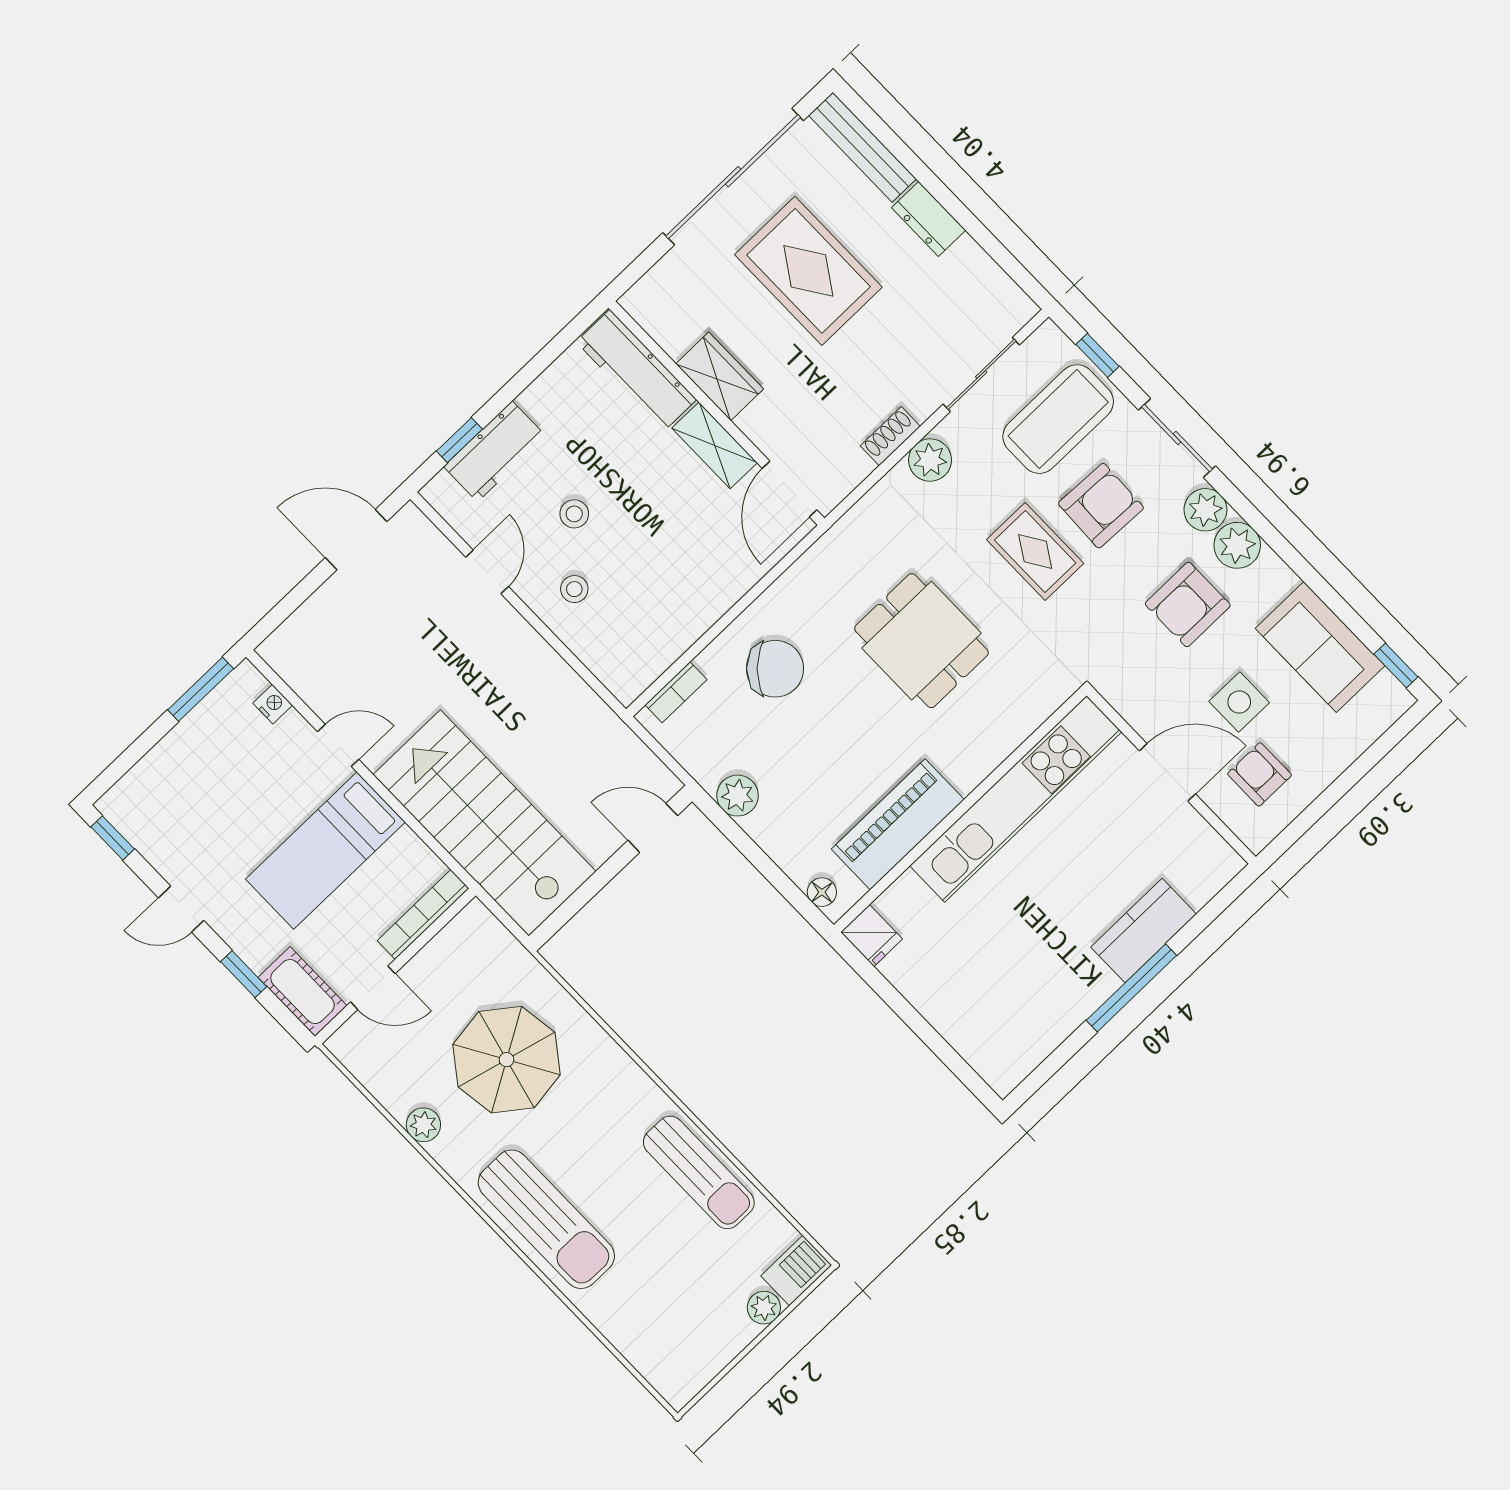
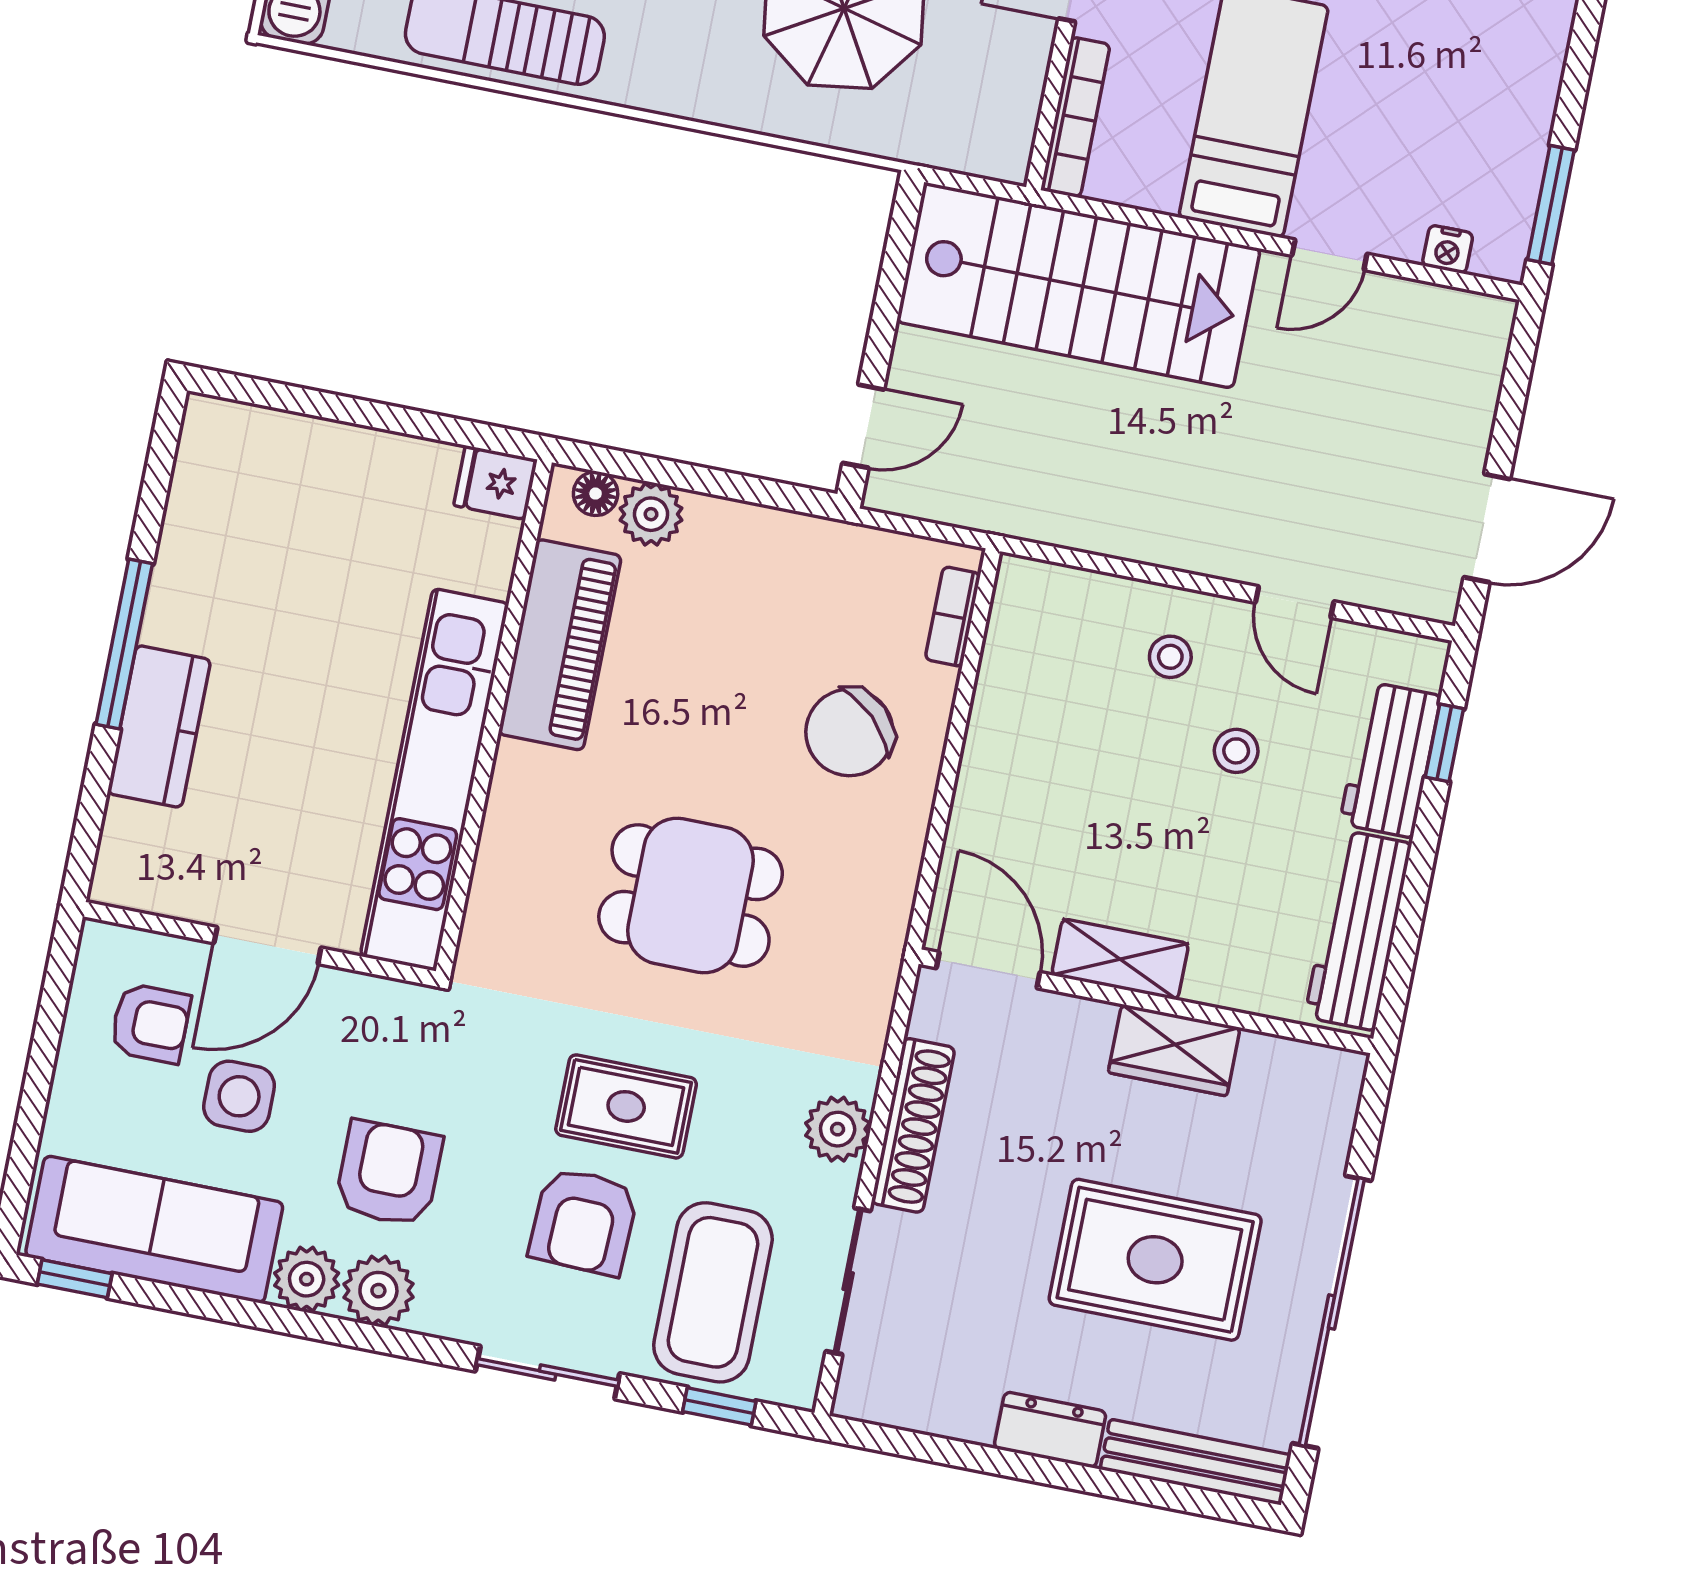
workbench: (636, 371) -> (1358, 930), moved, turned -90
shoe rack: (890, 436) -> (913, 1125), width x1.94, depth x1.24
plant: (1205, 510) -> (307, 1279), moved
sofa: (1320, 647) -> (154, 1229), width x1.36
plant: (738, 796) -> (651, 514), moved

